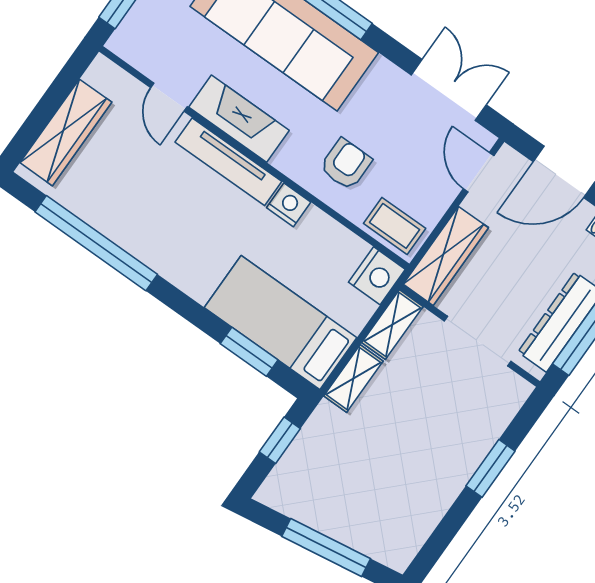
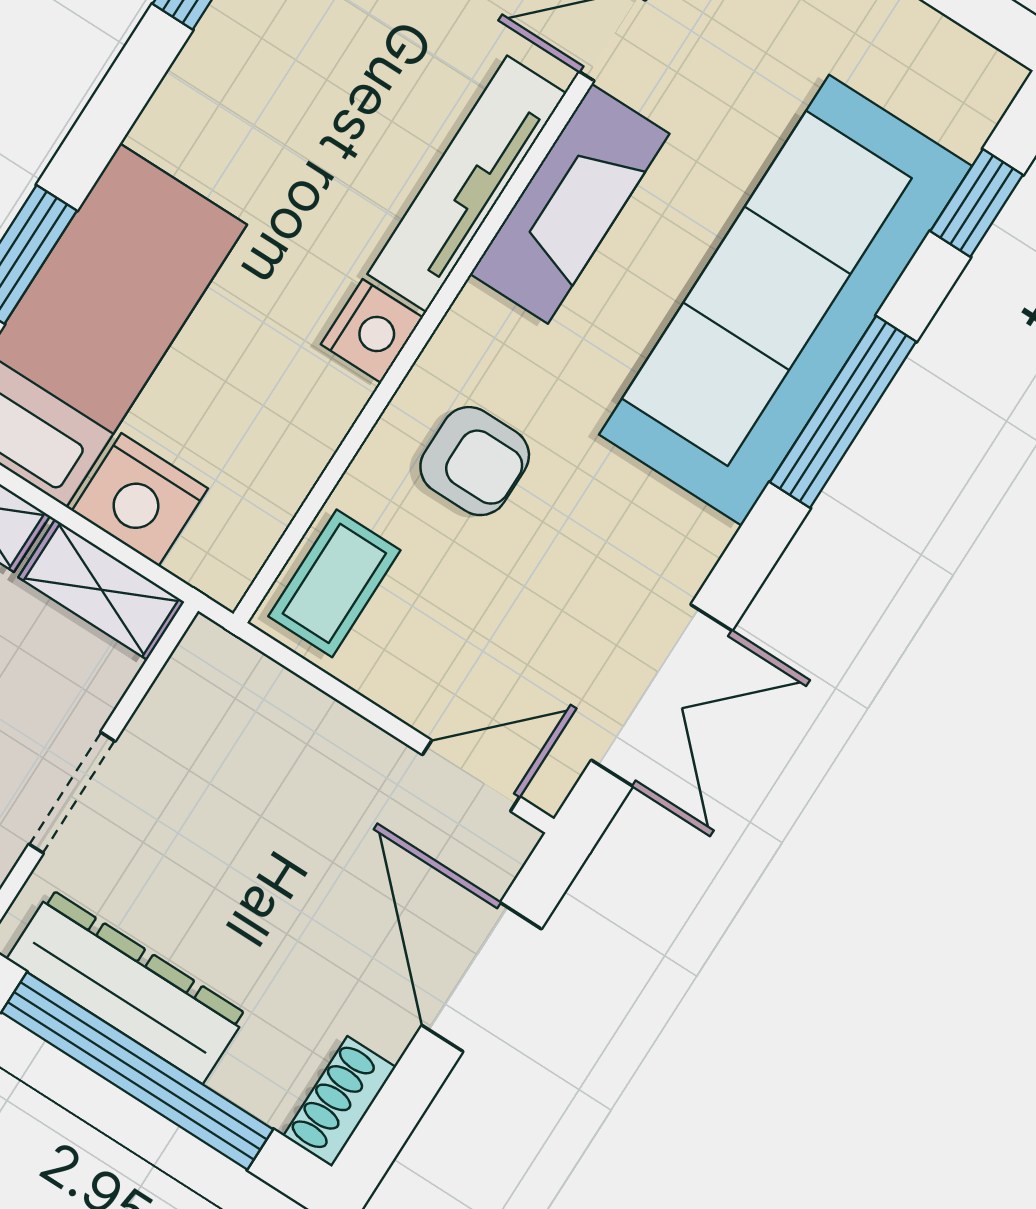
wardrobe: (446, 256) -> (270, 708), removed
nightstand: (377, 276) -> (140, 500), moved
doorway: (478, 341) -> (72, 793), width x0.73

